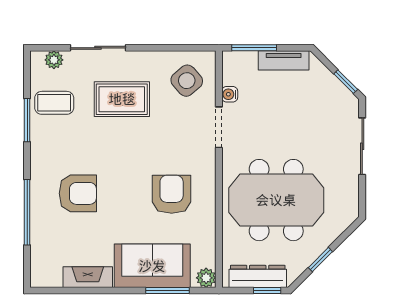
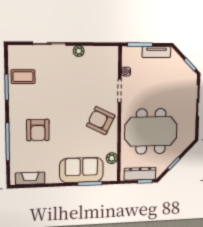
plant: (54, 60) -> (79, 51), moved
side table: (187, 81) -> (101, 64), removed
rug: (122, 99) -> (64, 74), removed
armchair: (78, 193) -> (38, 130), turned 90
armchair: (172, 194) -> (101, 121), moved, turned -64
fireplace: (88, 277) -> (30, 178), moved
plant: (206, 278) -> (112, 158), moved

